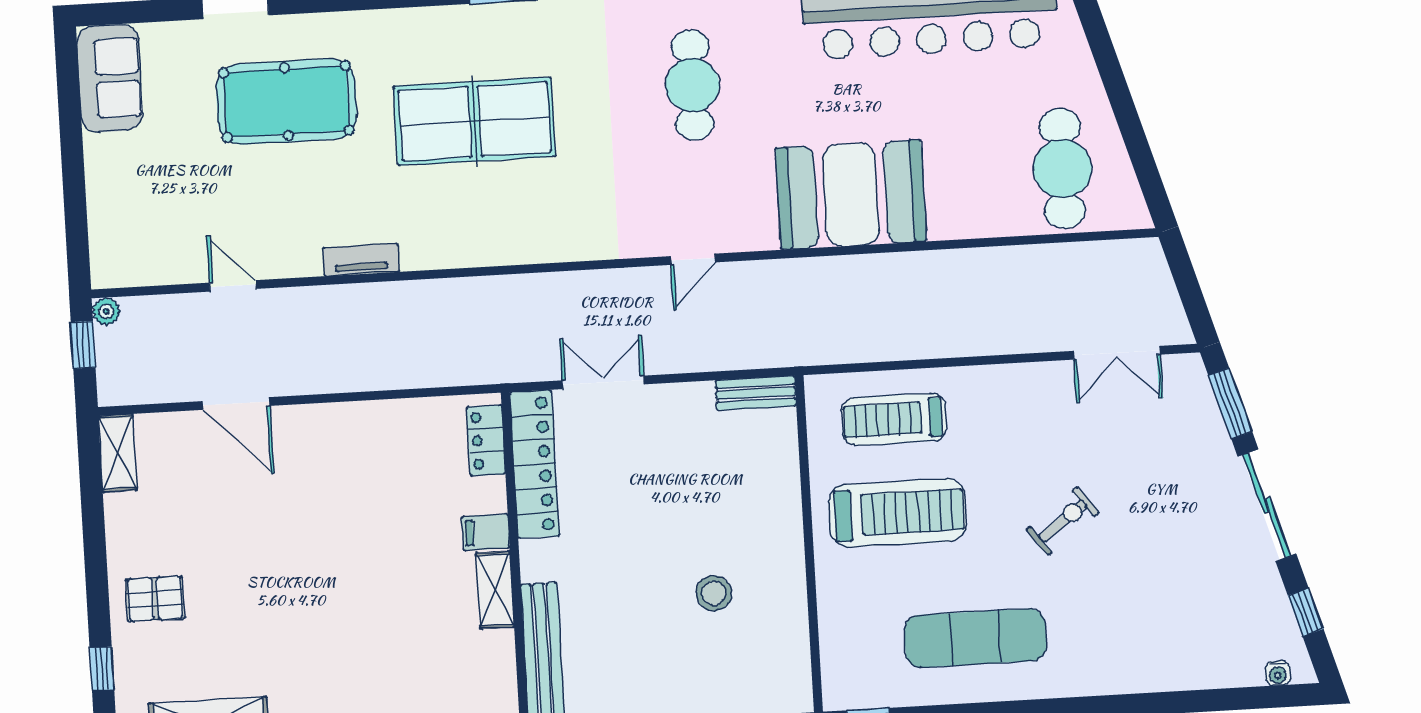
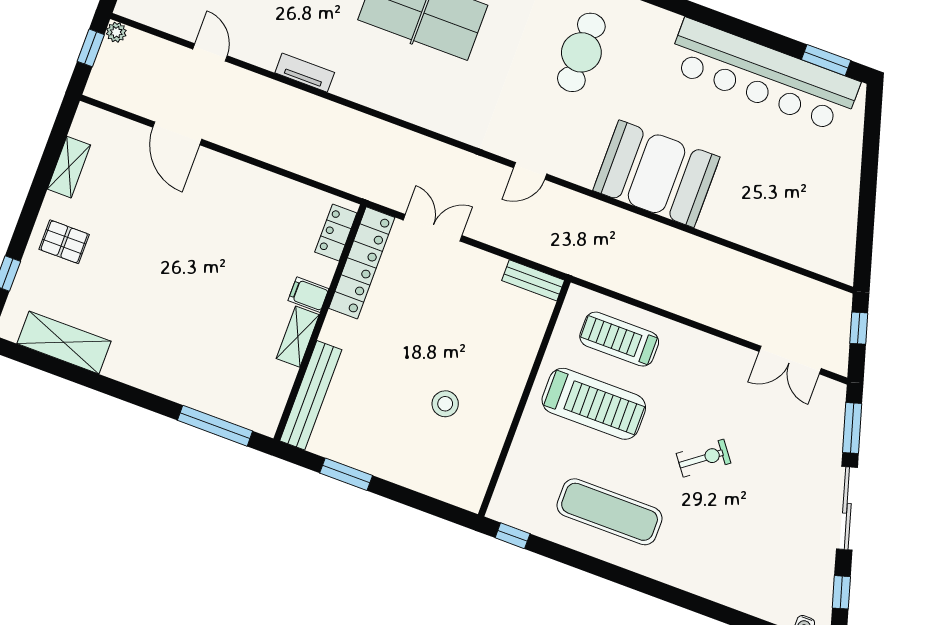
cafe table: (1062, 169) -> (808, 219), removed
window: (1184, 276) -> (859, 328), added
shelving: (118, 453) -> (69, 167), moved

